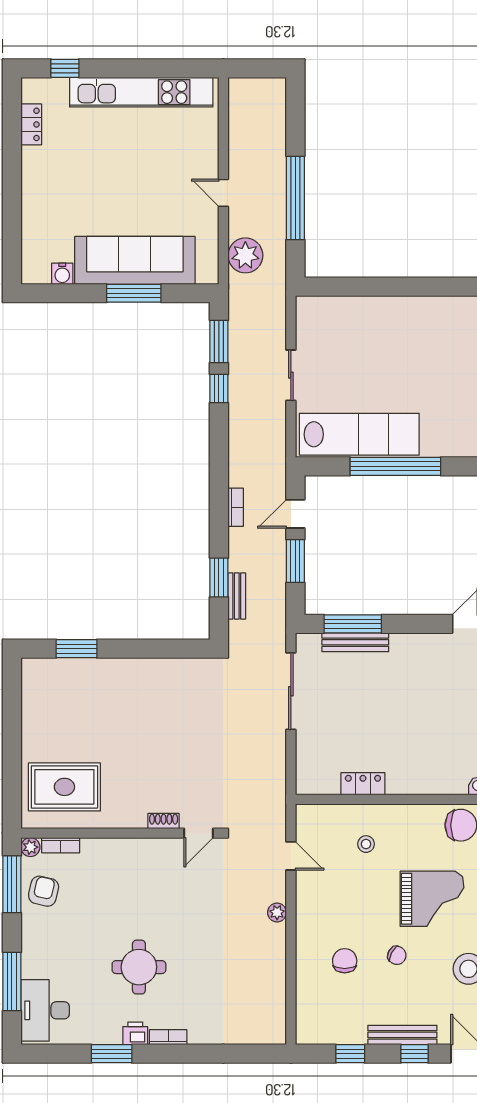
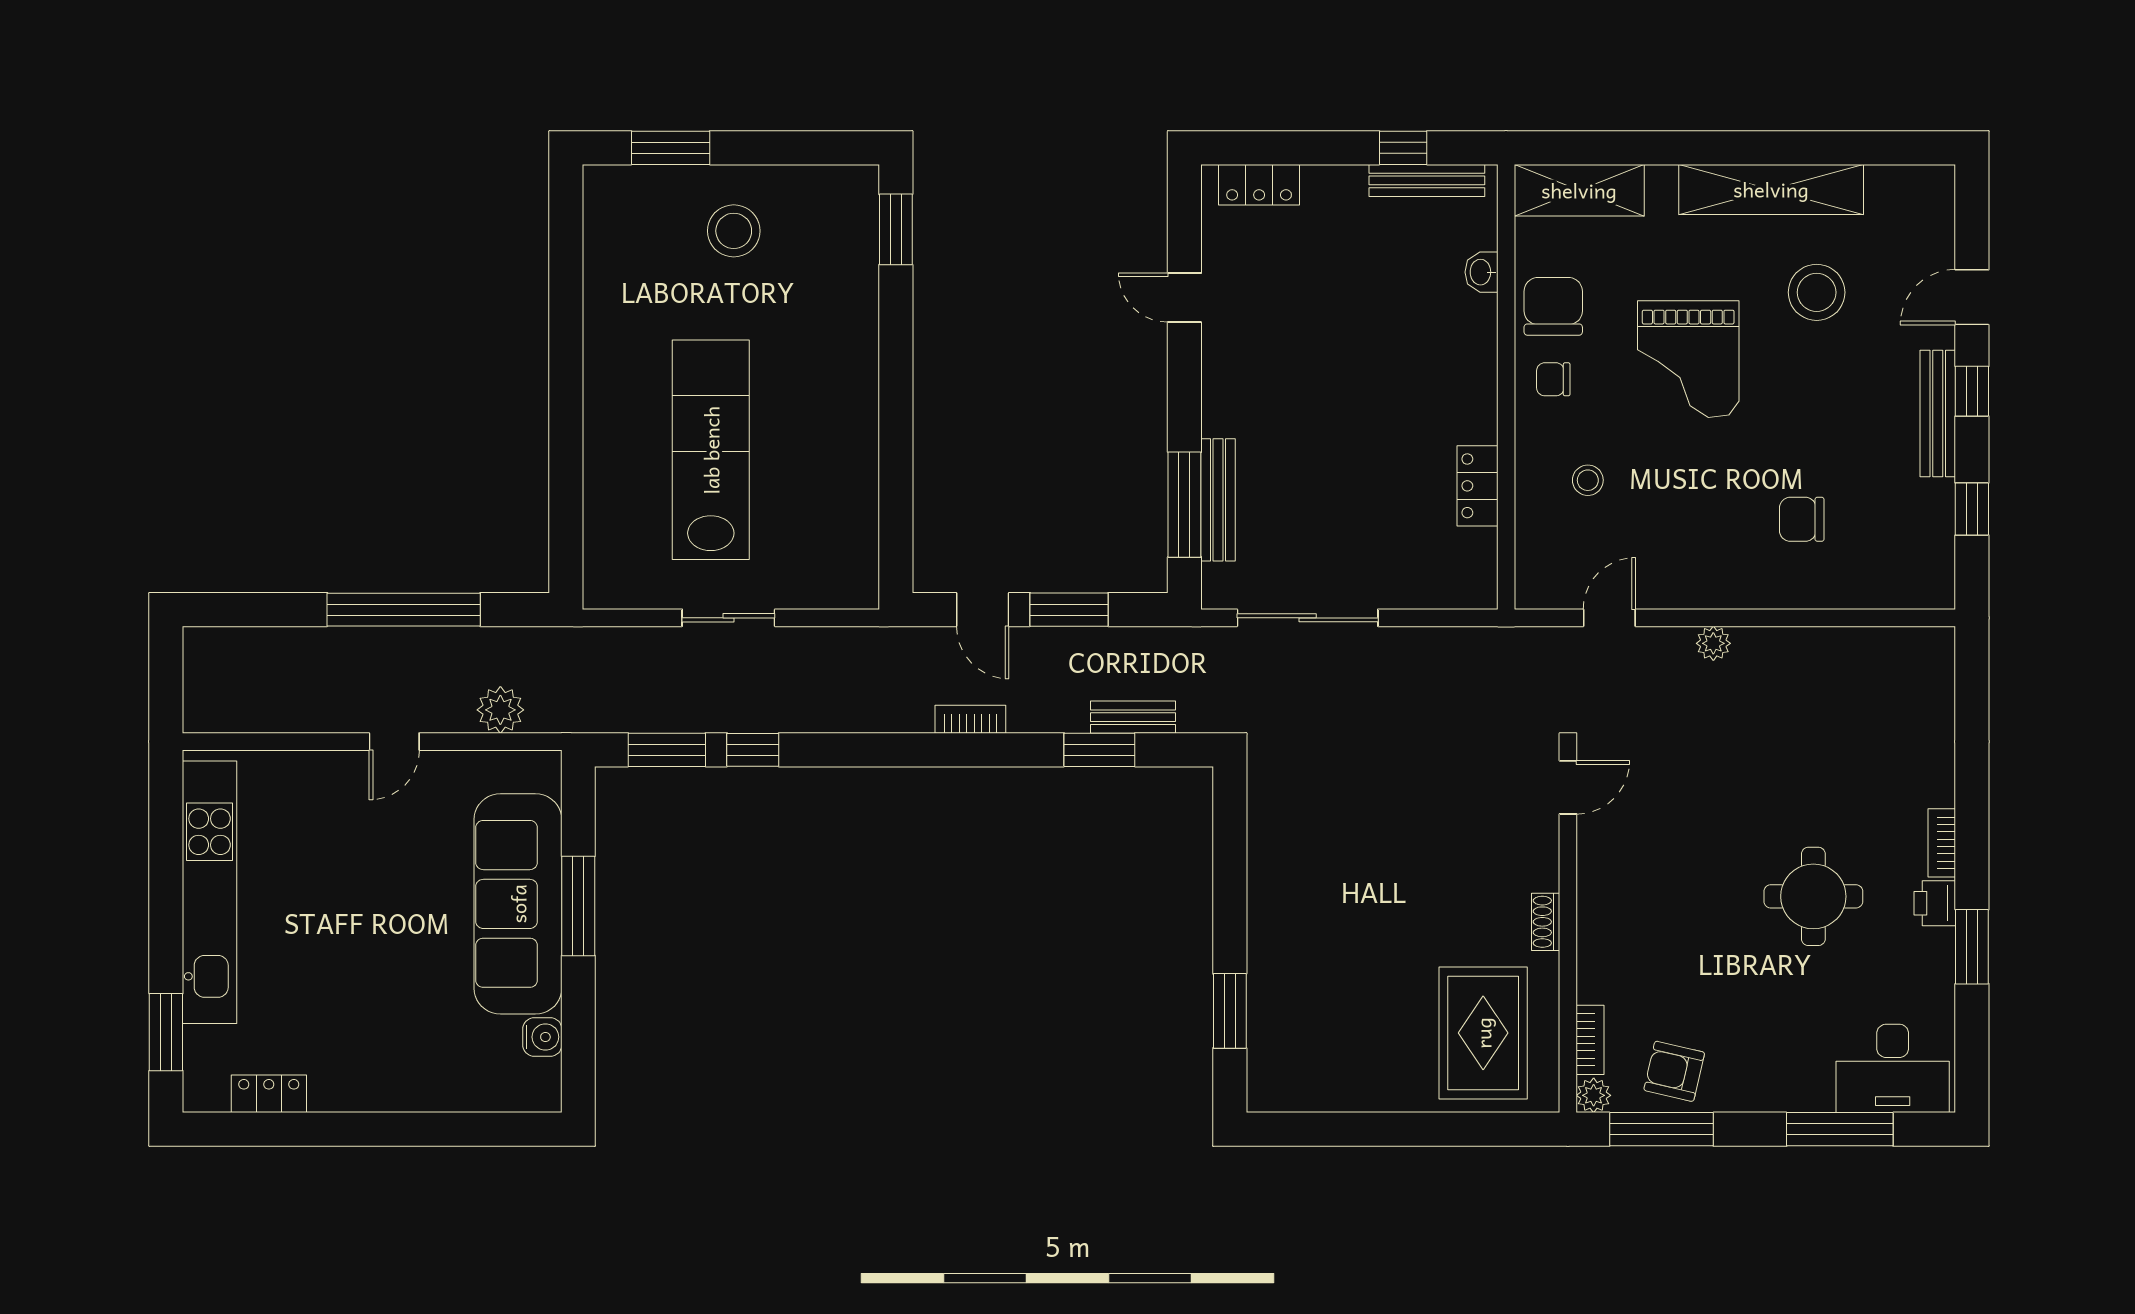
window: (65, 68) -> (166, 1032), width x1.50
plant: (245, 255) -> (500, 710), width x0.73, depth x0.73
lab bench: (359, 434) -> (711, 450), moved
window: (395, 466) -> (896, 426), removed
shoe rack: (164, 821) -> (1546, 922), moved
door: (198, 833) -> (1568, 787), hinge flipped
grand piano: (432, 899) -> (1688, 359), turned 180
chair: (397, 955) -> (1553, 379), moved, turned -118

